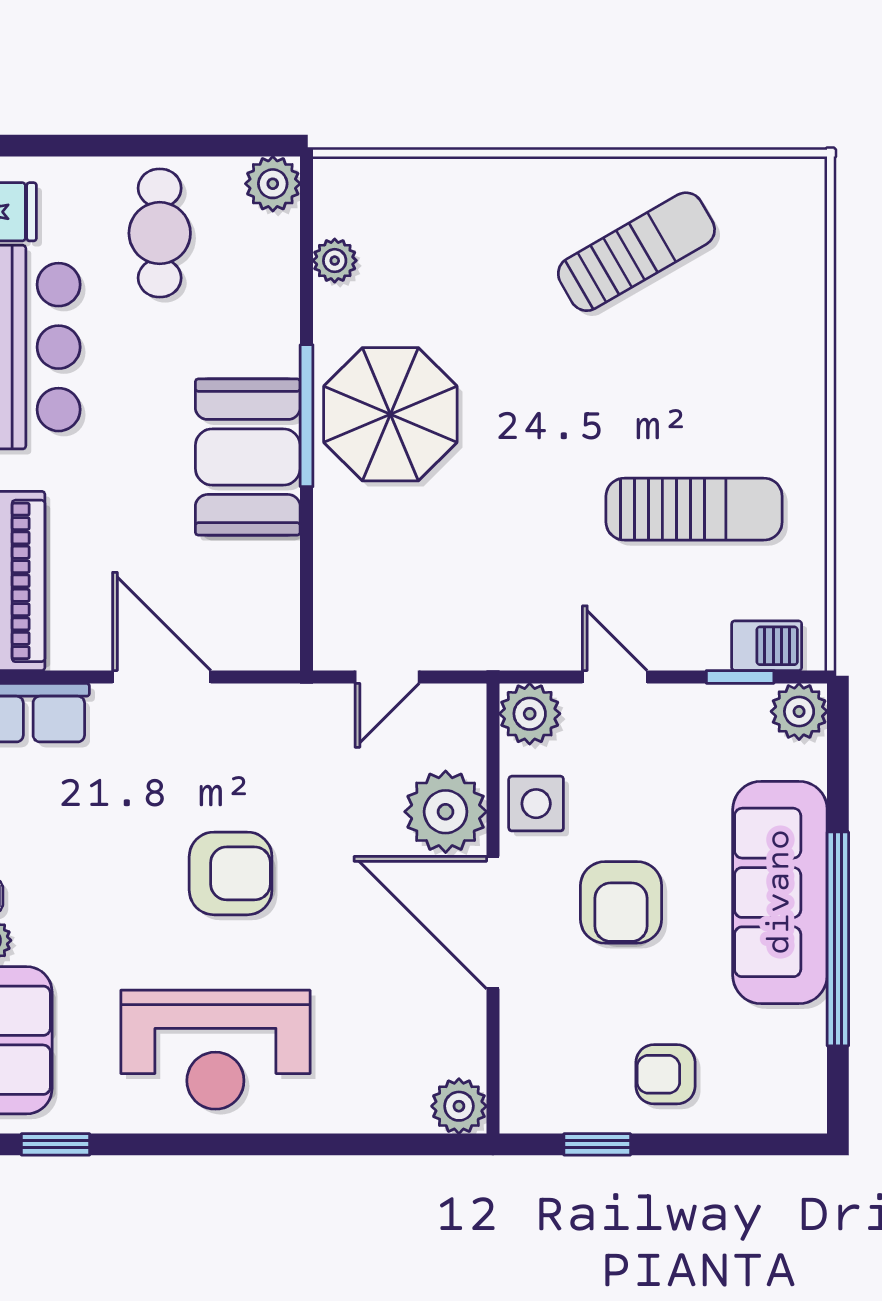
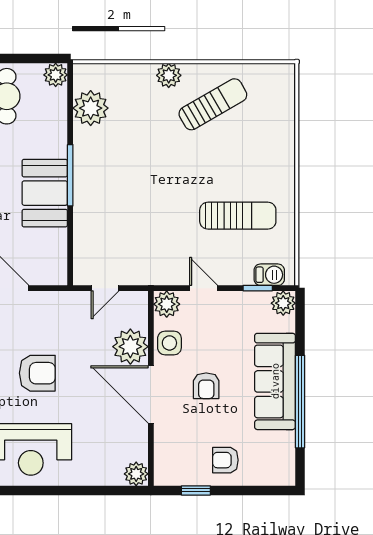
plant: (534, 185) -> (169, 75), added
plant: (335, 261) -> (91, 108), width x1.88, depth x1.88
parasol: (390, 414) -> (106, 175), removed
armchair: (621, 902) -> (206, 386), width x0.72, depth x0.72

